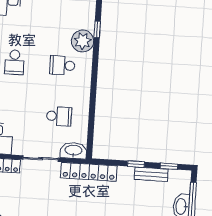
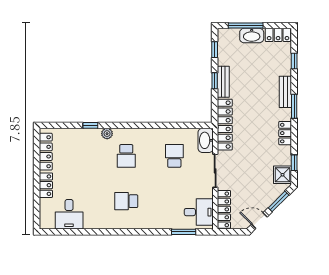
plant: (83, 41) -> (107, 134), width x0.53, depth x0.53
school desk: (14, 62) -> (126, 201), turned 180
bench: (151, 174) -> (223, 82), moved

